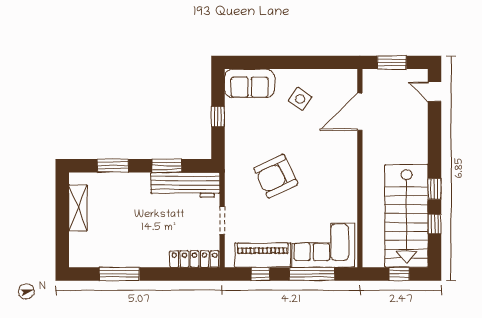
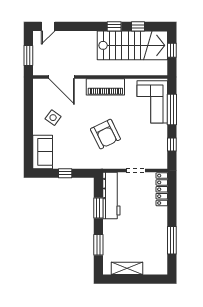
piano: (263, 255) -> (105, 87), moved, turned -90

